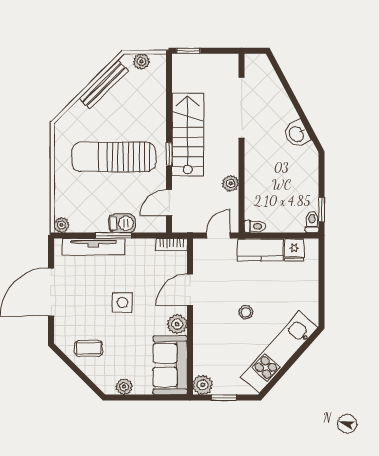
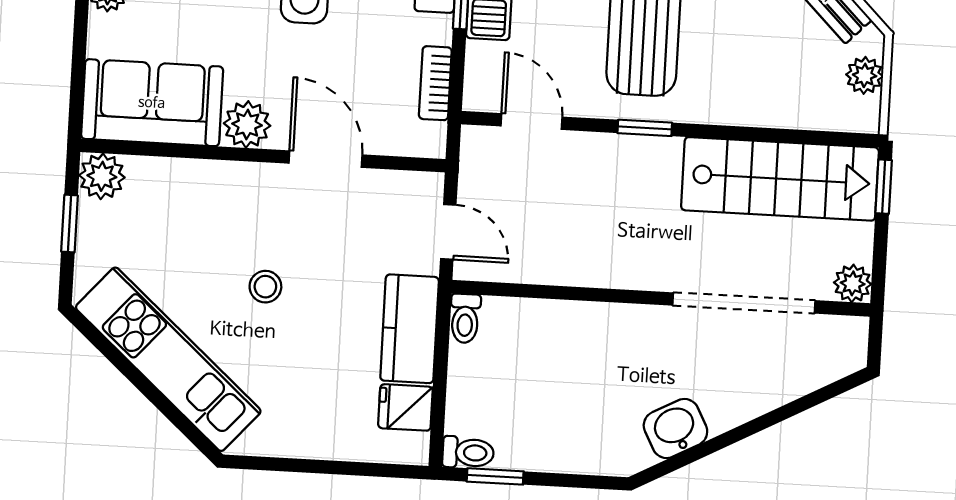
stairs: (188, 134) -> (780, 179), moved
plant: (231, 183) -> (853, 283), moved
bookcase: (172, 245) -> (435, 83), moved

